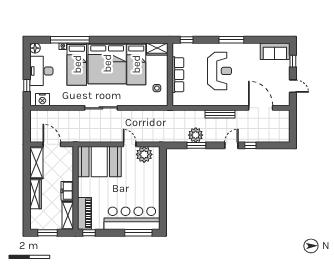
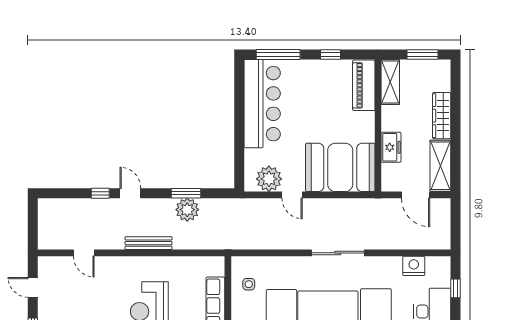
nightstand: (42, 100) -> (414, 266), moved
door: (261, 108) -> (84, 253), width x0.53
door: (231, 145) -> (130, 193), swing flipped
freezer: (67, 191) -> (391, 147), moved
bar counter: (132, 218) -> (262, 104), moved, turned -90
window: (89, 233) -> (331, 54), moved

